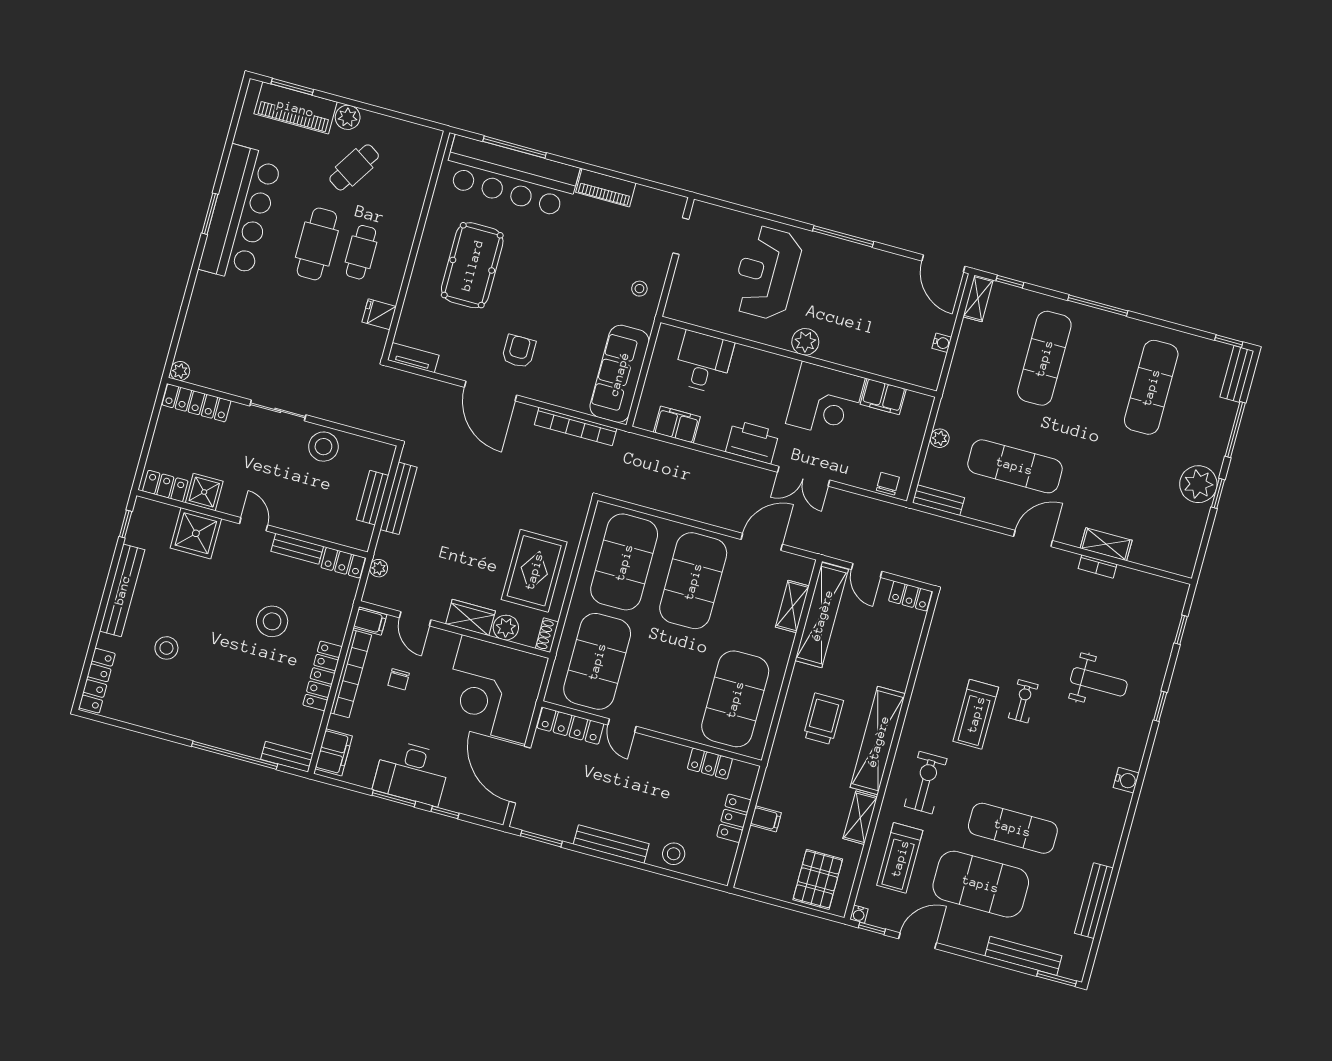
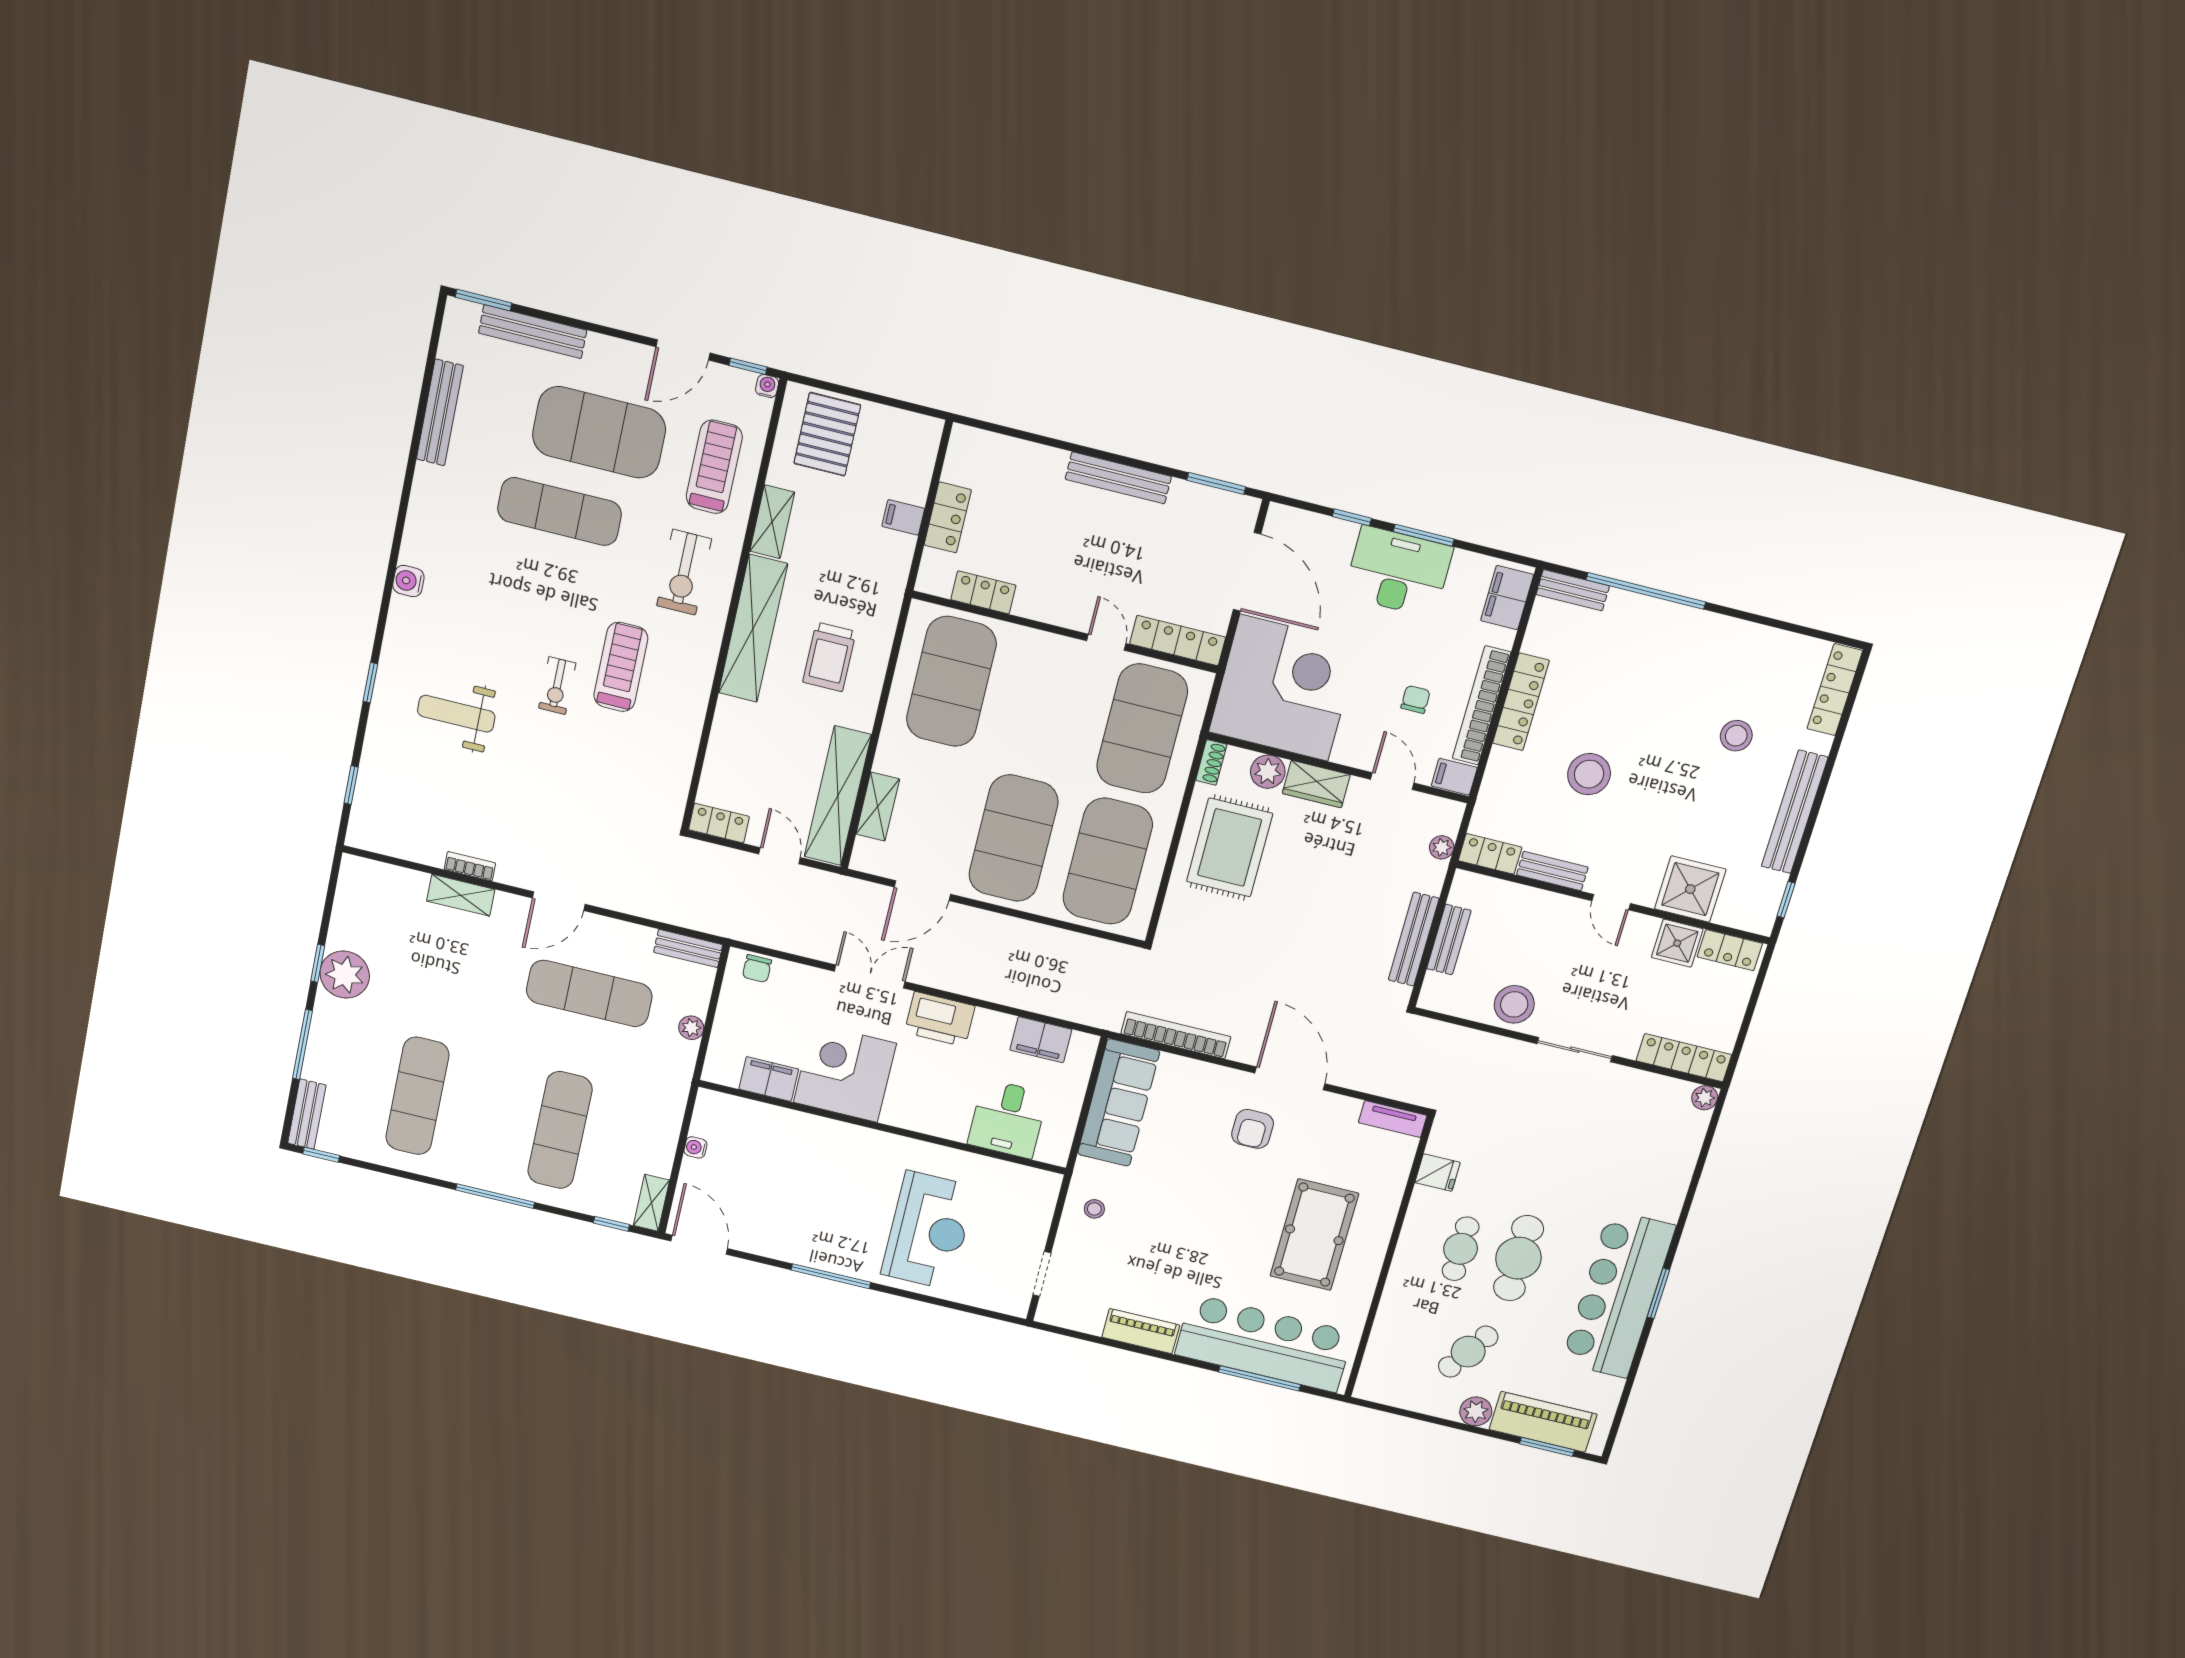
plant: (805, 342) -> (875, 1146), removed
stool: (674, 854) -> (1030, 466), removed

